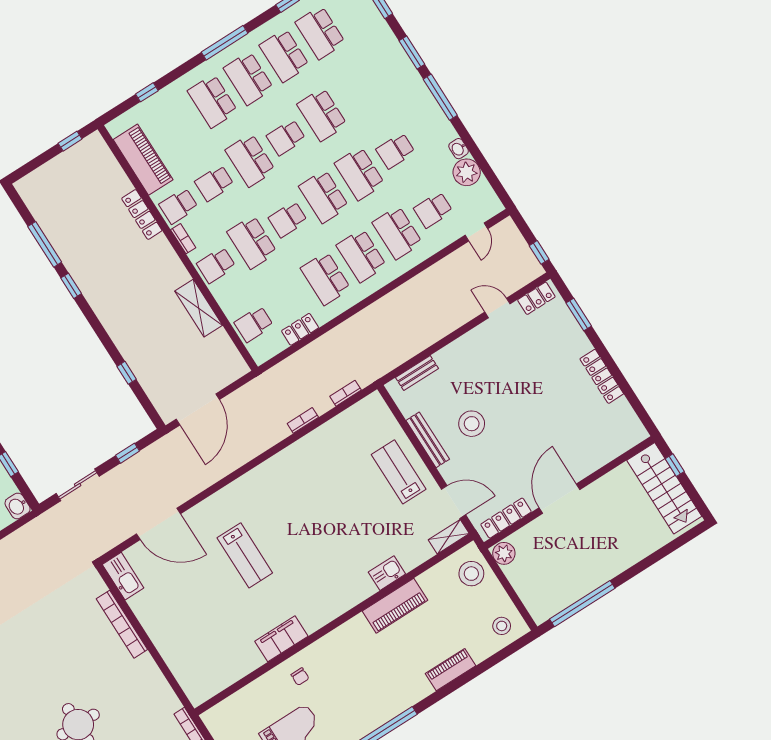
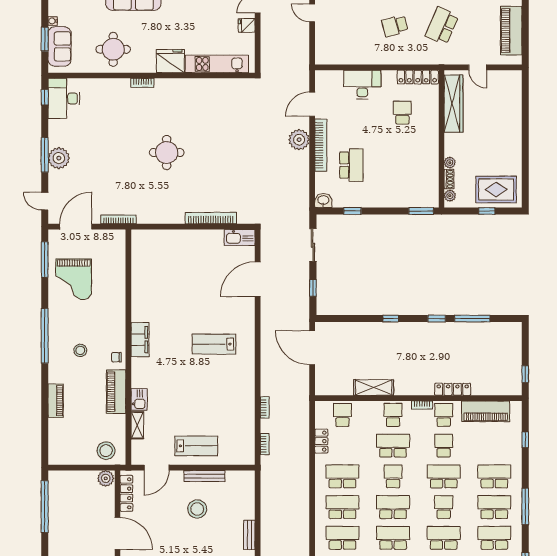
window: (127, 373) -> (391, 319), moved
bench: (417, 373) -> (249, 535), moved
shelving: (449, 537) -> (137, 425), moved
lab bench: (245, 555) -> (214, 344), moved
stool: (502, 626) -> (80, 350), moved
filing cabinet: (281, 639) -> (140, 340), moved
chair: (300, 677) -> (116, 357), moved

